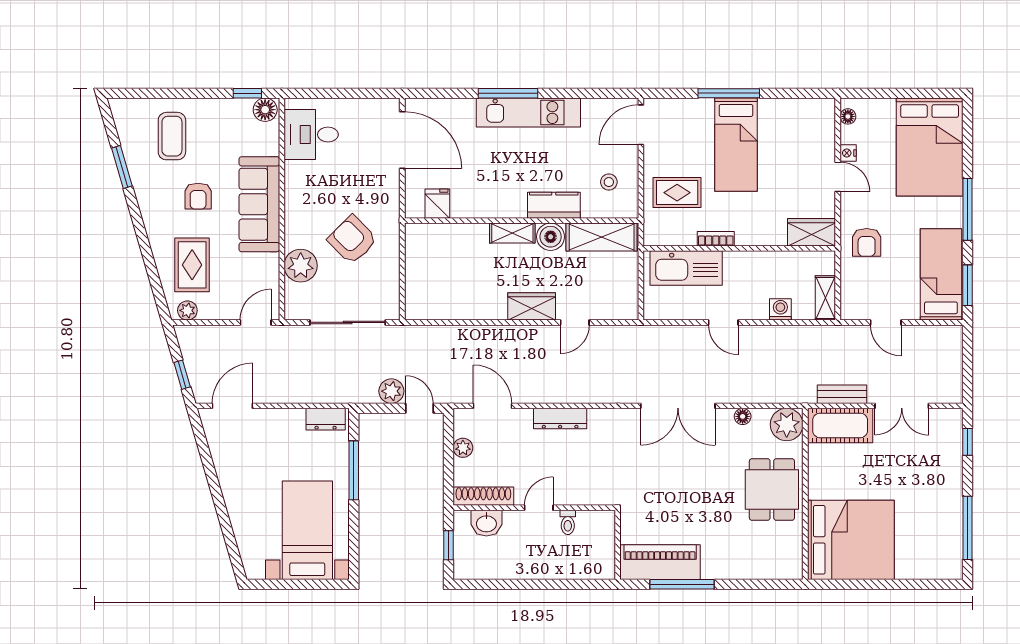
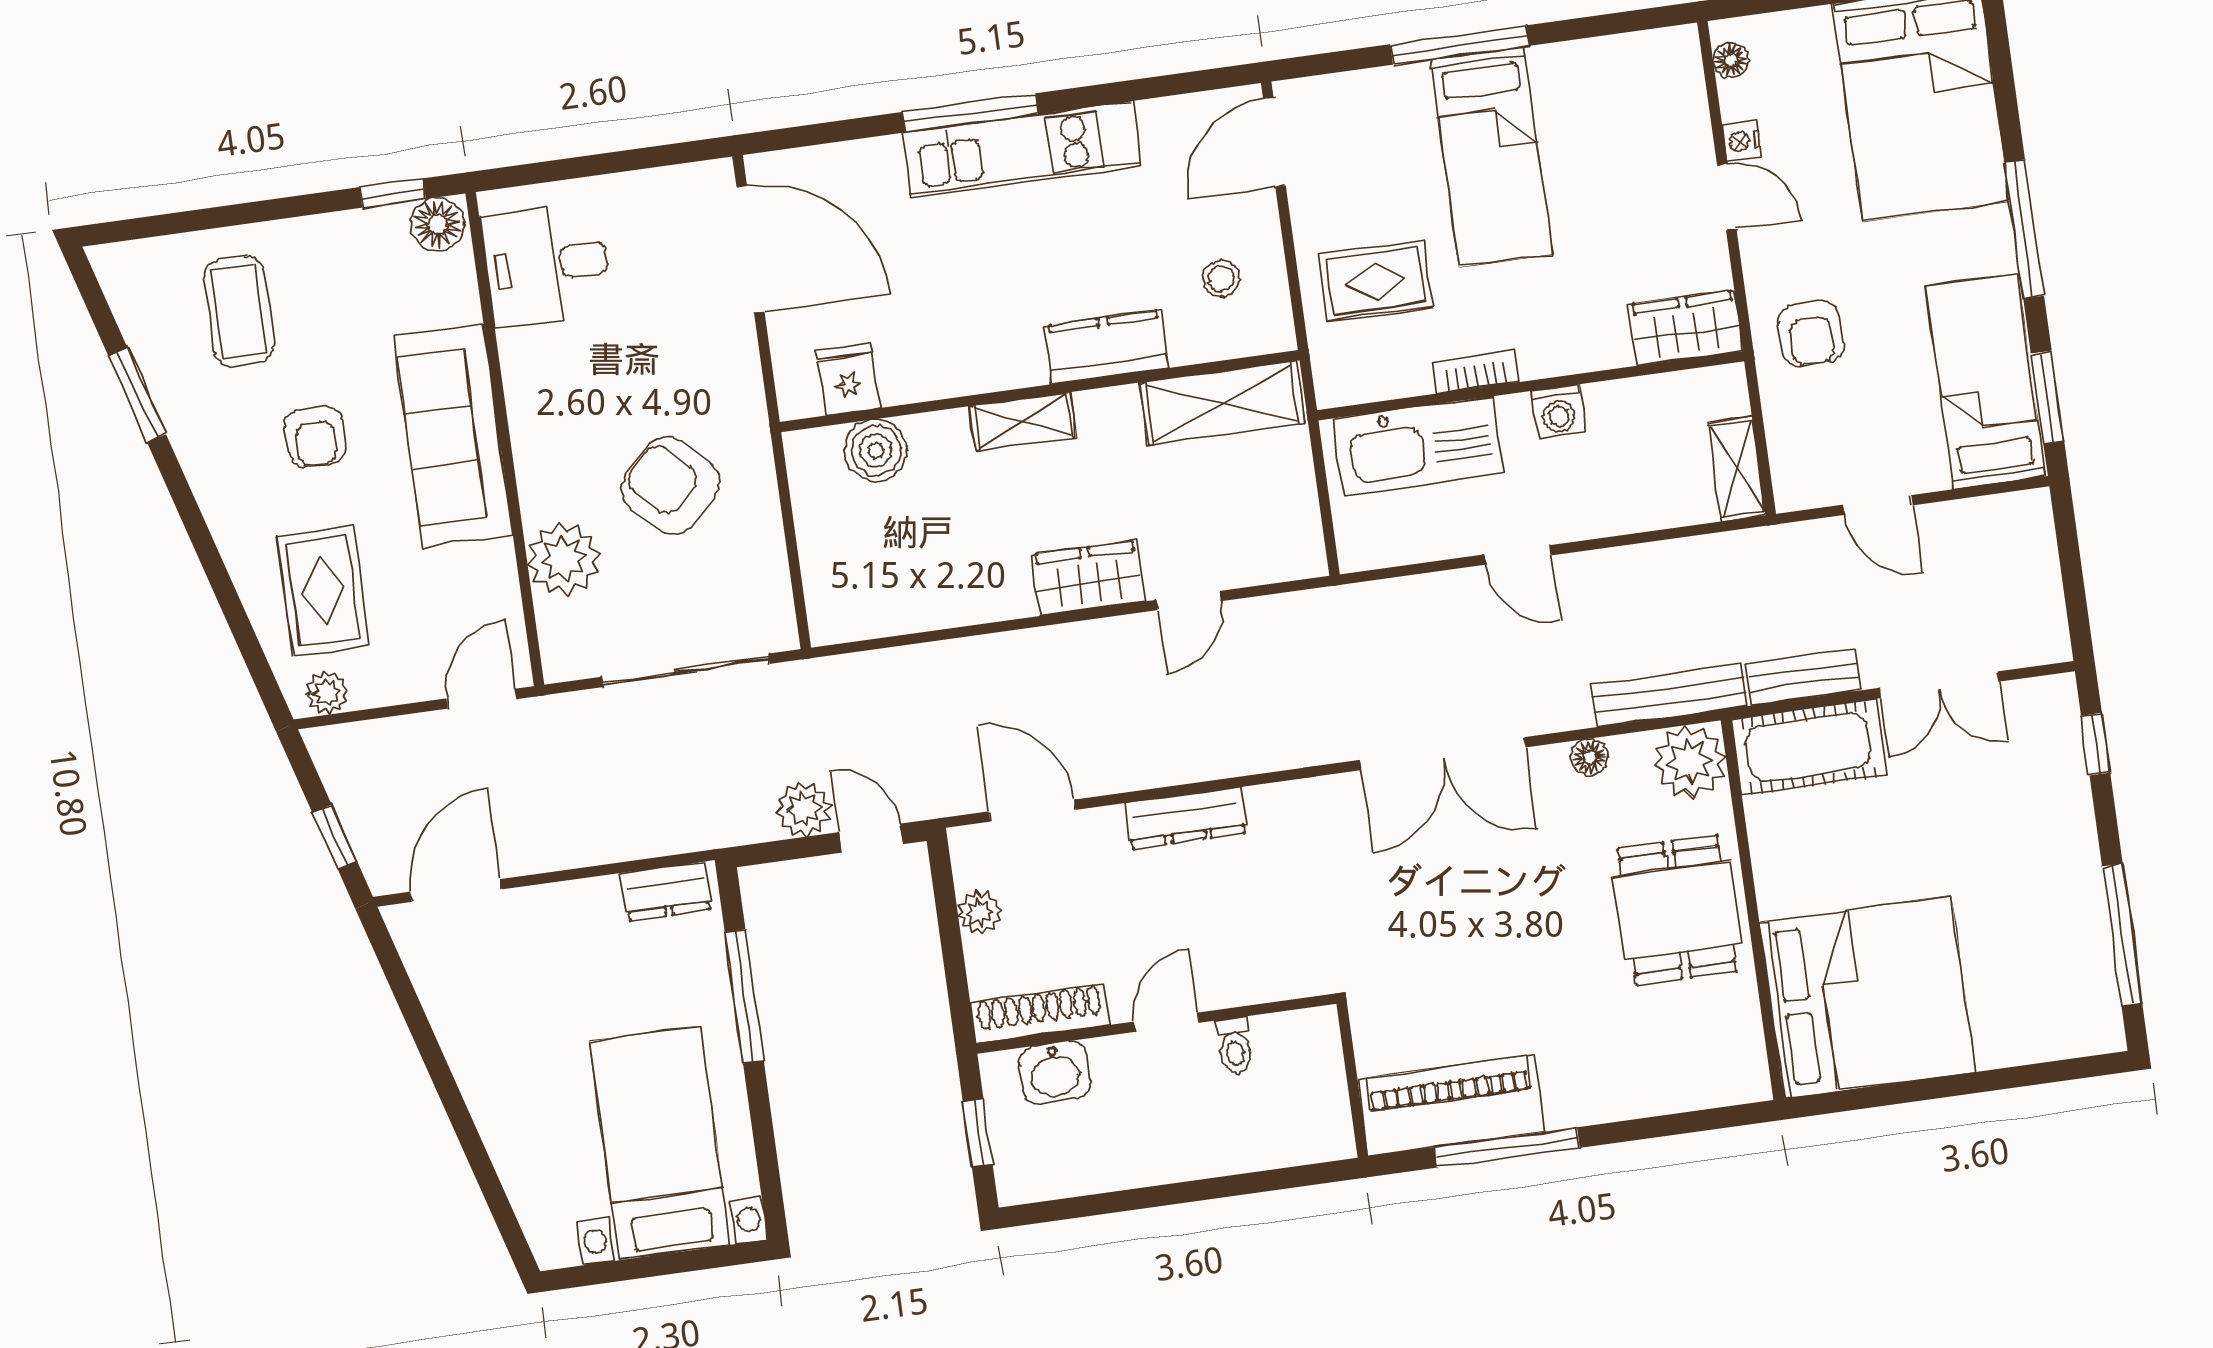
boiler: (551, 237) -> (876, 450), moved
washing machine: (780, 309) -> (1558, 411), moved, turned 180
bench: (782, 394) -> (1669, 695), added

